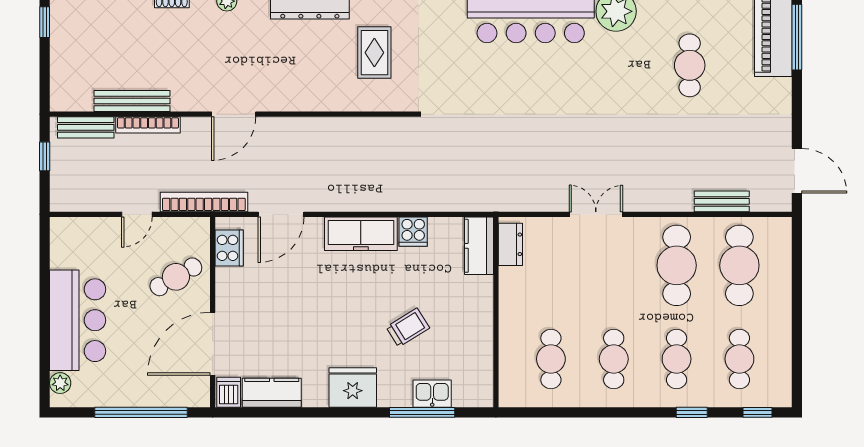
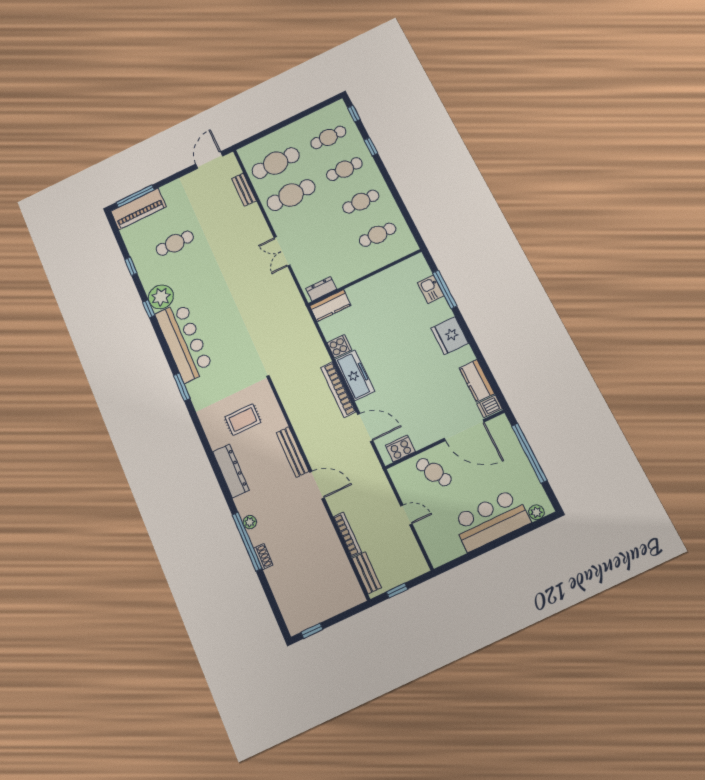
bench: (132, 101) -> (292, 452), moved
bookcase: (204, 202) -> (338, 390), moved
trolley: (408, 327) -> (398, 322), removed

